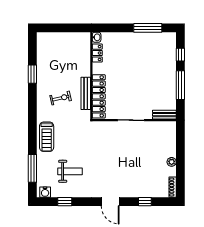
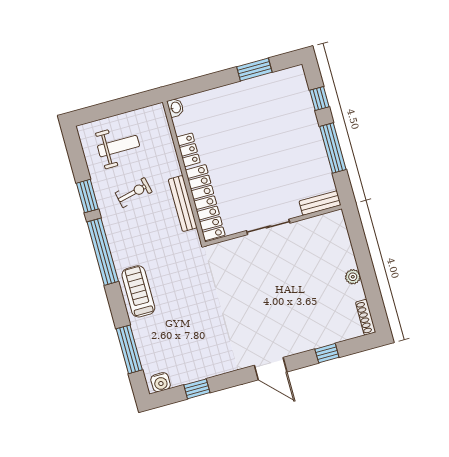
window: (148, 28) -> (254, 69), width x0.69
locker: (97, 53) -> (188, 150), moved
exercise bike: (61, 98) -> (134, 192), moved
window: (32, 108) -> (103, 252), added
treadmill: (47, 137) -> (138, 291), turned 180
weight bench: (70, 171) -> (119, 146), moved

